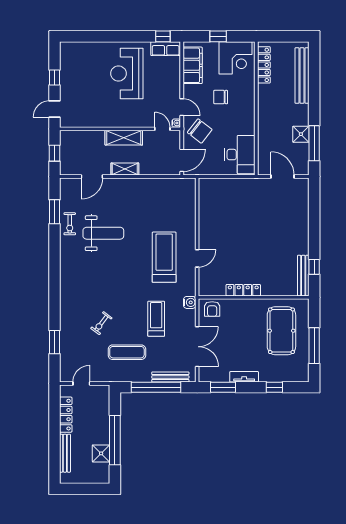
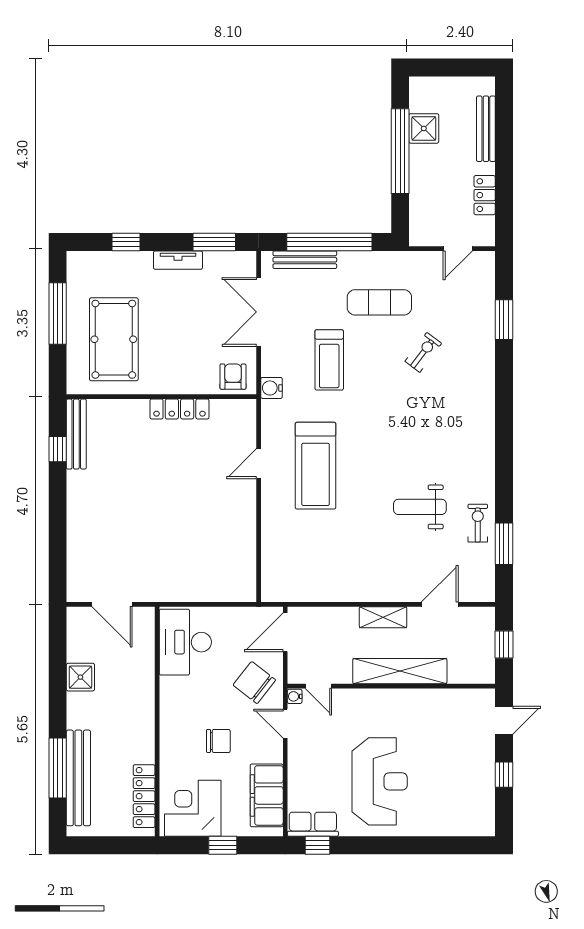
shelving: (124, 138) -> (400, 671), width x1.47
window: (314, 143) -> (58, 768), moved
weight bench: (103, 233) -> (420, 507), width x0.73, depth x0.75
locker: (66, 415) -> (485, 195), width x0.66

